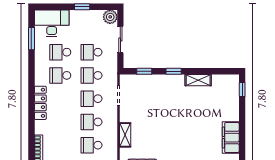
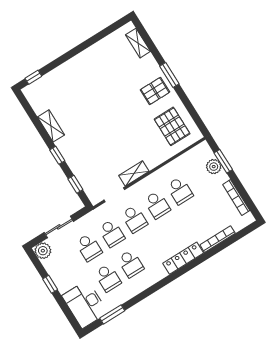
locker: (40, 103) -> (183, 258), moved
shelving: (125, 135) -> (134, 173), moved
filing cabinet: (231, 138) -> (87, 59), removed

